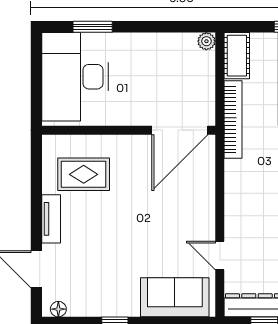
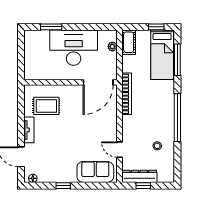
plant: (206, 41) -> (112, 47), moved
desk: (75, 77) -> (74, 48), moved, turned 90
bookcase: (233, 120) -> (127, 94), moved

